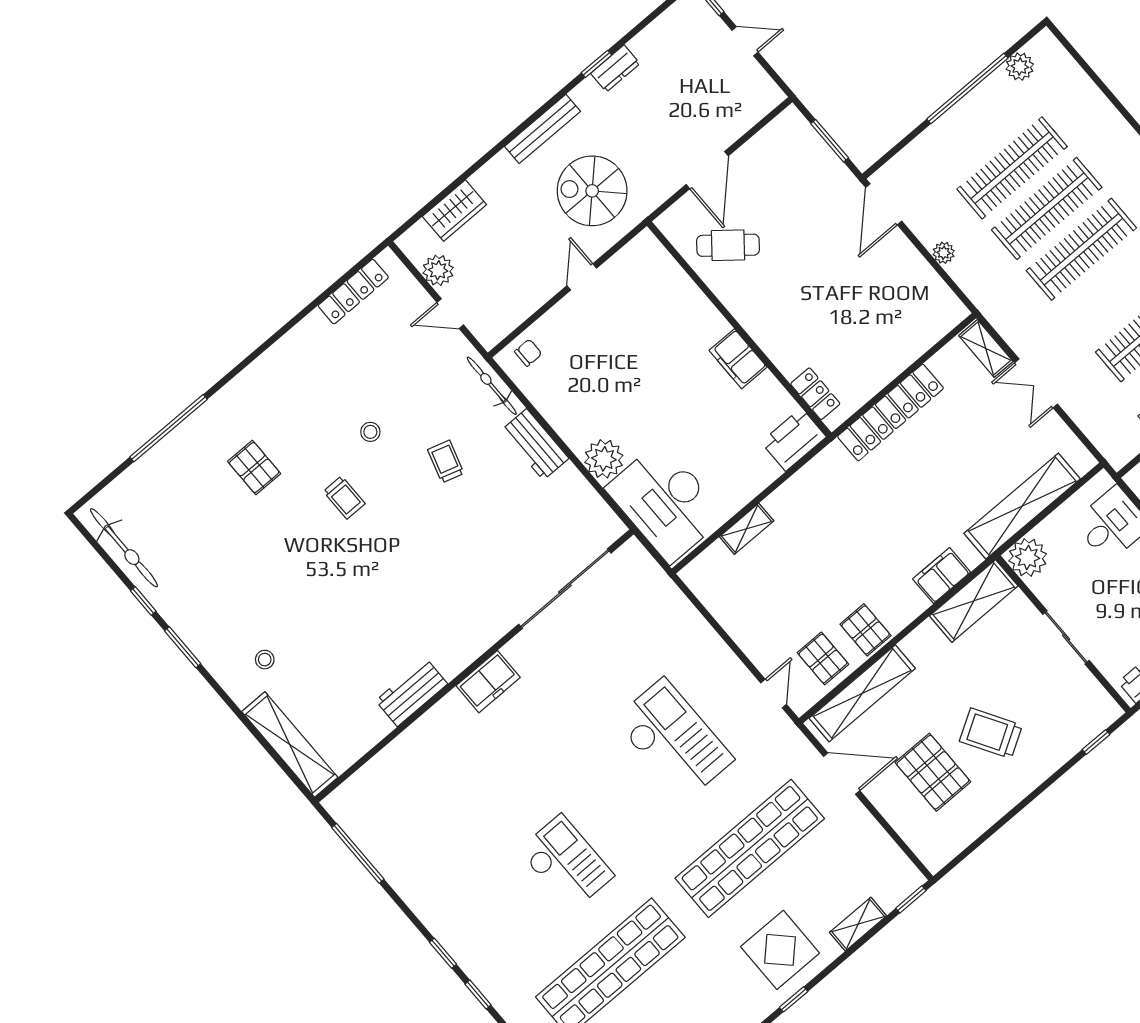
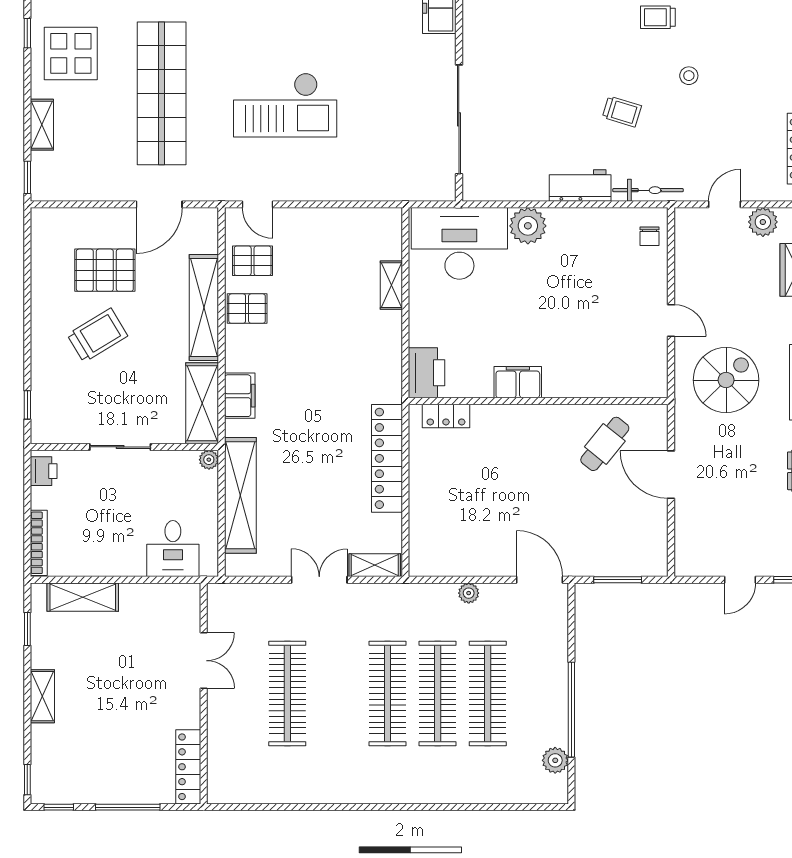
plant: (1028, 557) -> (209, 460), width x0.53, depth x0.53
shelving: (862, 693) -> (204, 307), moved

